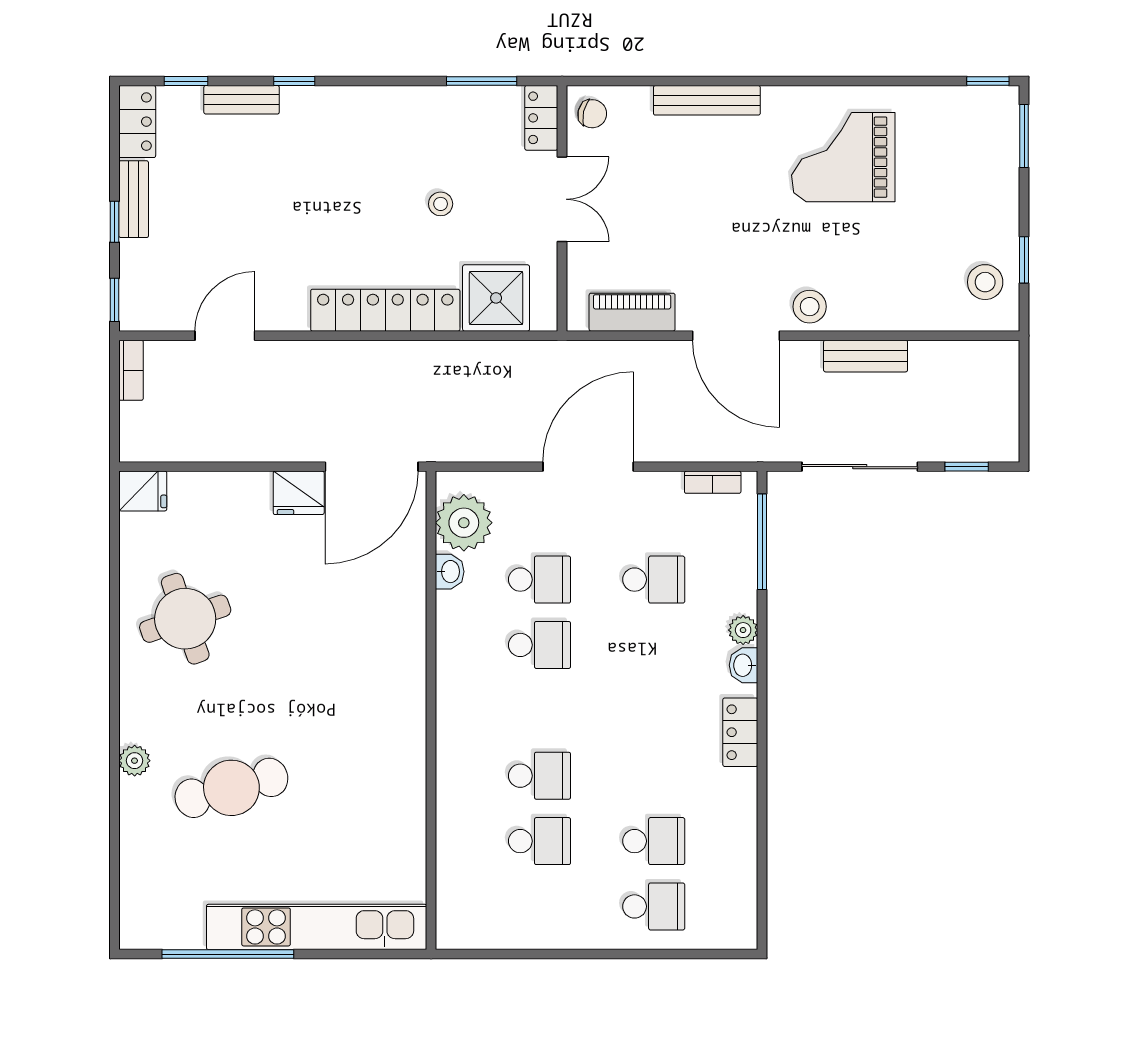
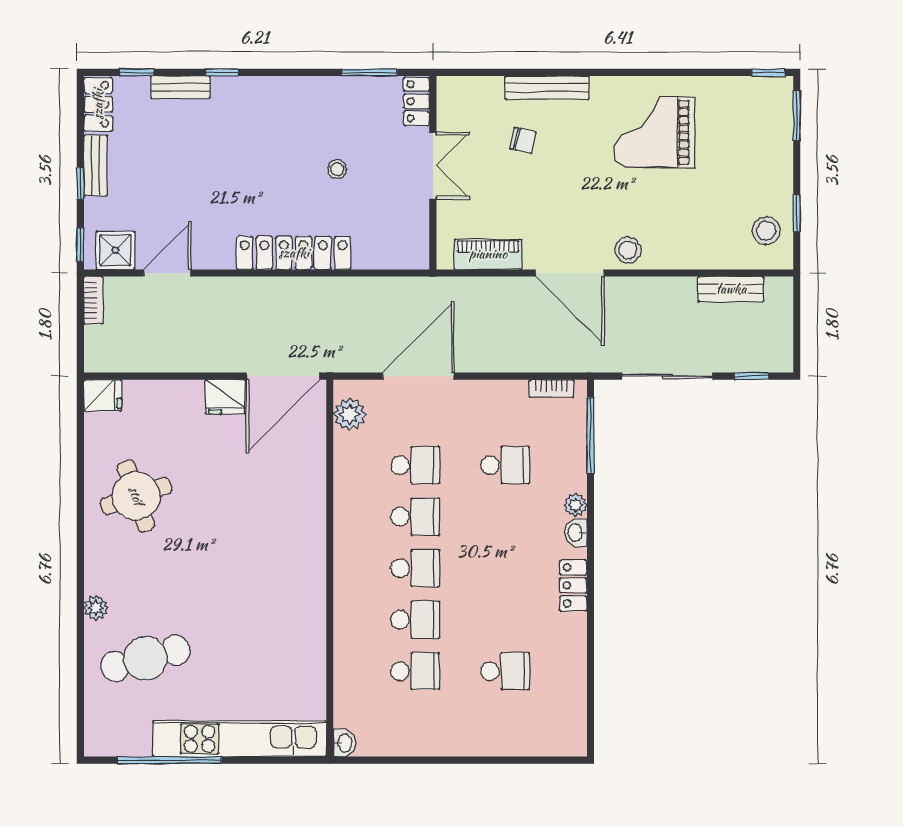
chair: (592, 114) -> (523, 140), moved
shower: (496, 298) -> (115, 250), moved, width x0.73, depth x0.73
bench: (866, 356) -> (731, 289), moved
door: (588, 467) -> (418, 376), moved
plant: (464, 523) -> (350, 414), width x0.73, depth x0.73
washbasin: (450, 572) -> (344, 743), moved
cafe table: (231, 788) -> (145, 658), moved
school desk: (654, 906) -> (415, 568), moved

